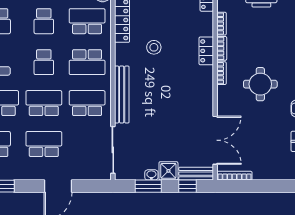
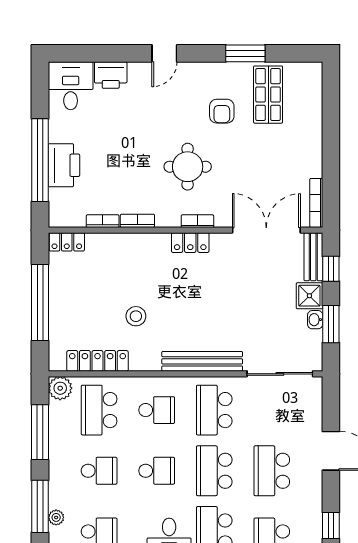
locker: (206, 51) -> (190, 243), moved
school desk: (87, 62) -> (157, 410), width x0.54
bookcase: (222, 73) -> (197, 221), moved

